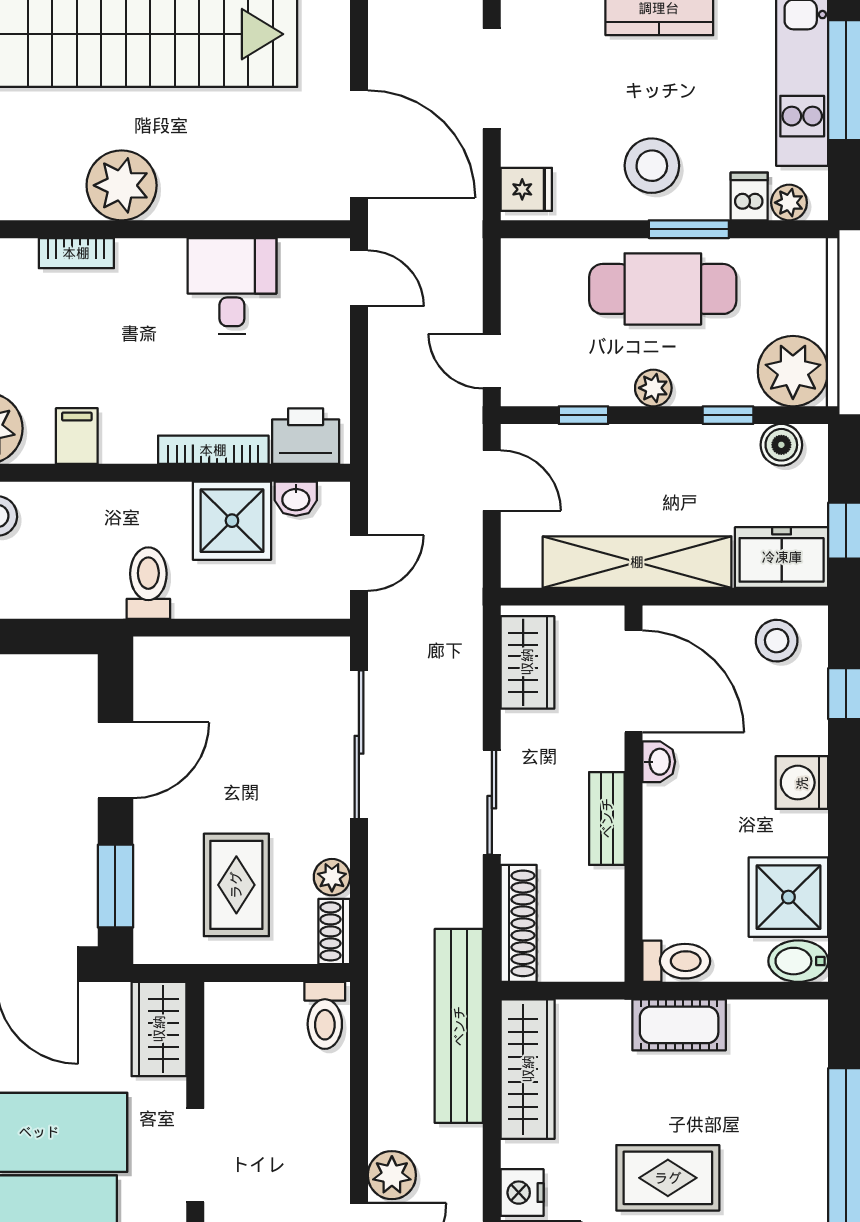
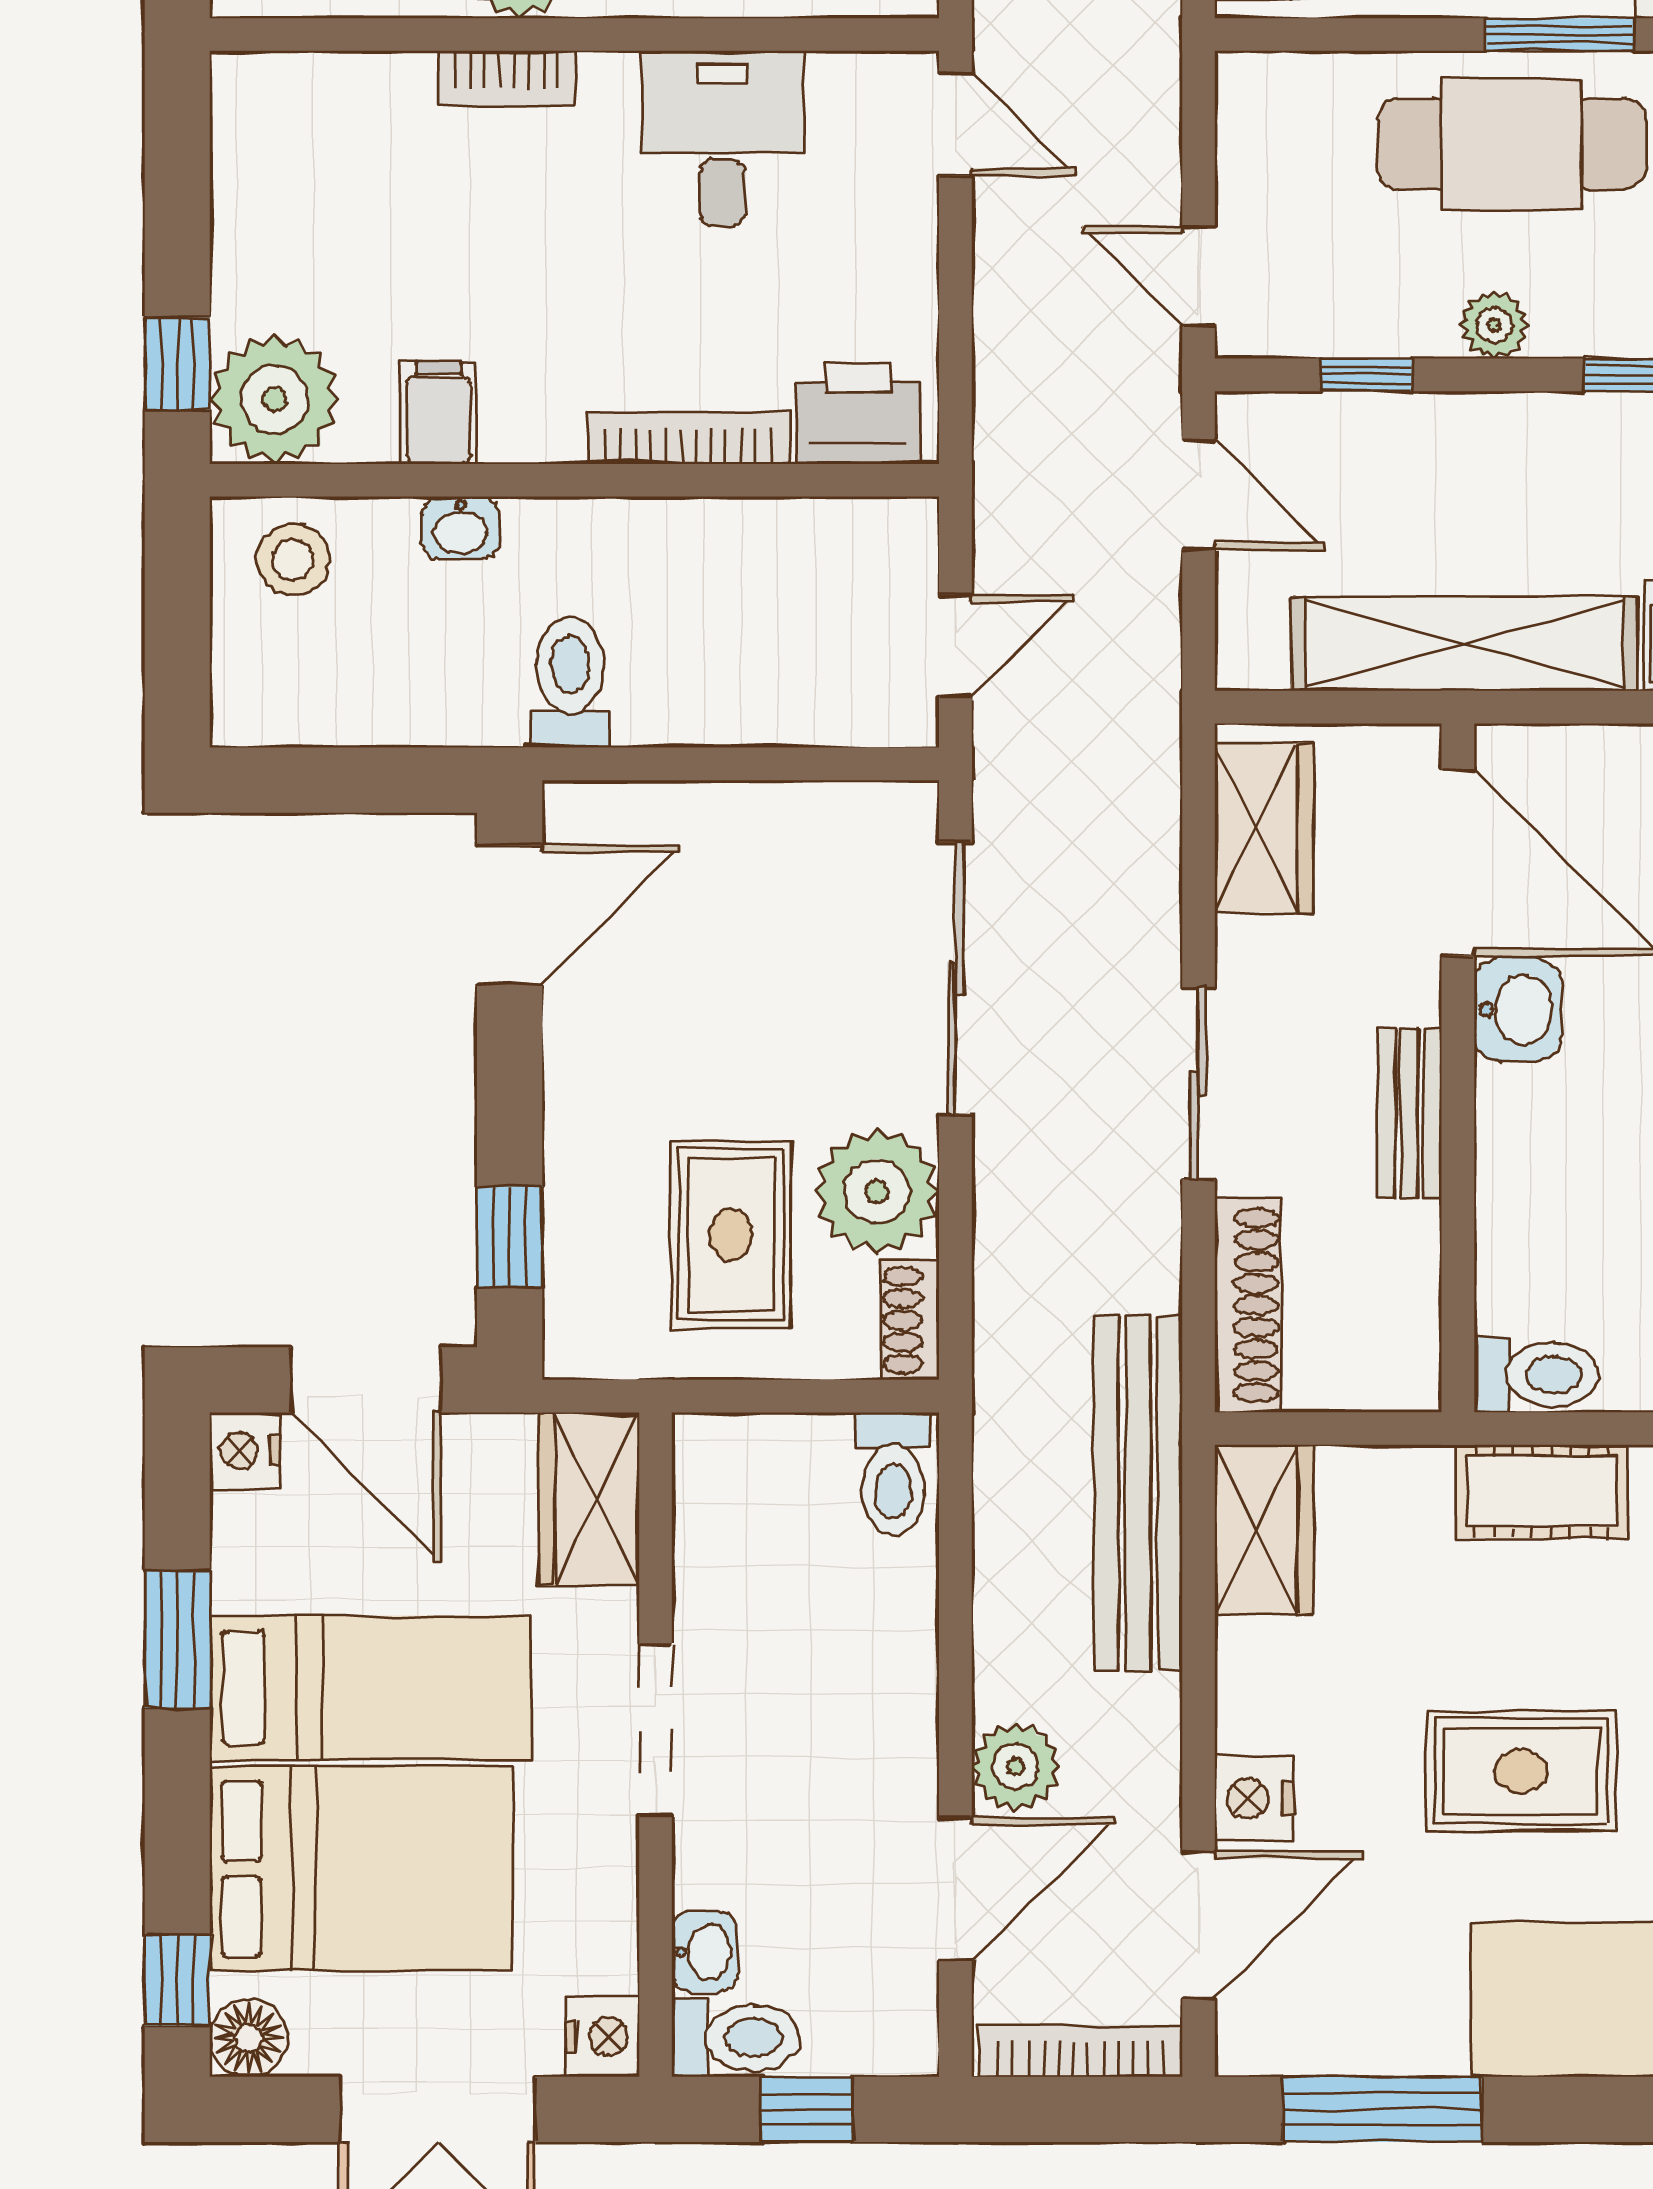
bookcase: (76, 253) -> (507, 78), moved
washbasin: (296, 499) -> (461, 528), moved
shower: (232, 521) -> (723, 568), removed
door: (115, 760) -> (510, 915), moved
washbasin: (659, 762) -> (1518, 1009), width x1.38, depth x1.45
plant: (332, 877) -> (877, 1192), width x1.87, depth x1.87
window: (115, 886) -> (510, 1237), width x0.67
wardrobe: (528, 1069) -> (1264, 1530), width x0.67

